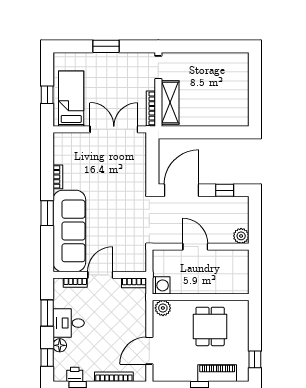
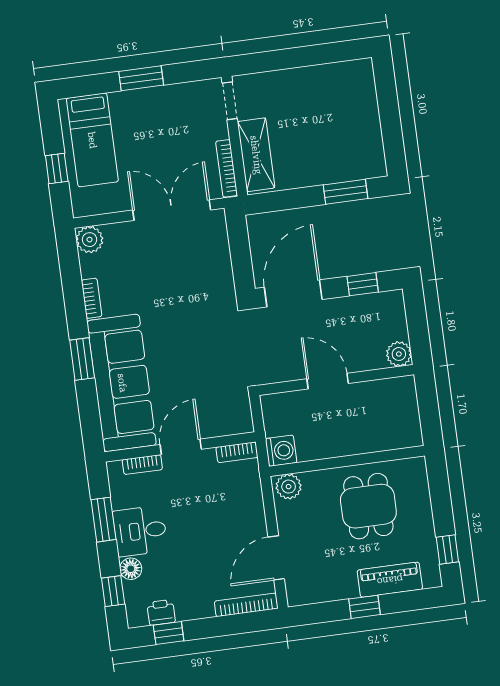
bed: (71, 99) -> (92, 140), moved, turned 180
window: (222, 132) -> (346, 192), added
plant: (61, 141) -> (90, 240), added
bookcase: (114, 377) -> (246, 605), moved

